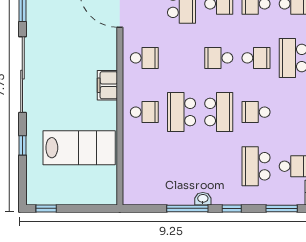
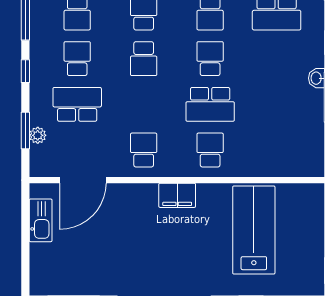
school desk: (219, 112) -> (210, 59), width x0.54

